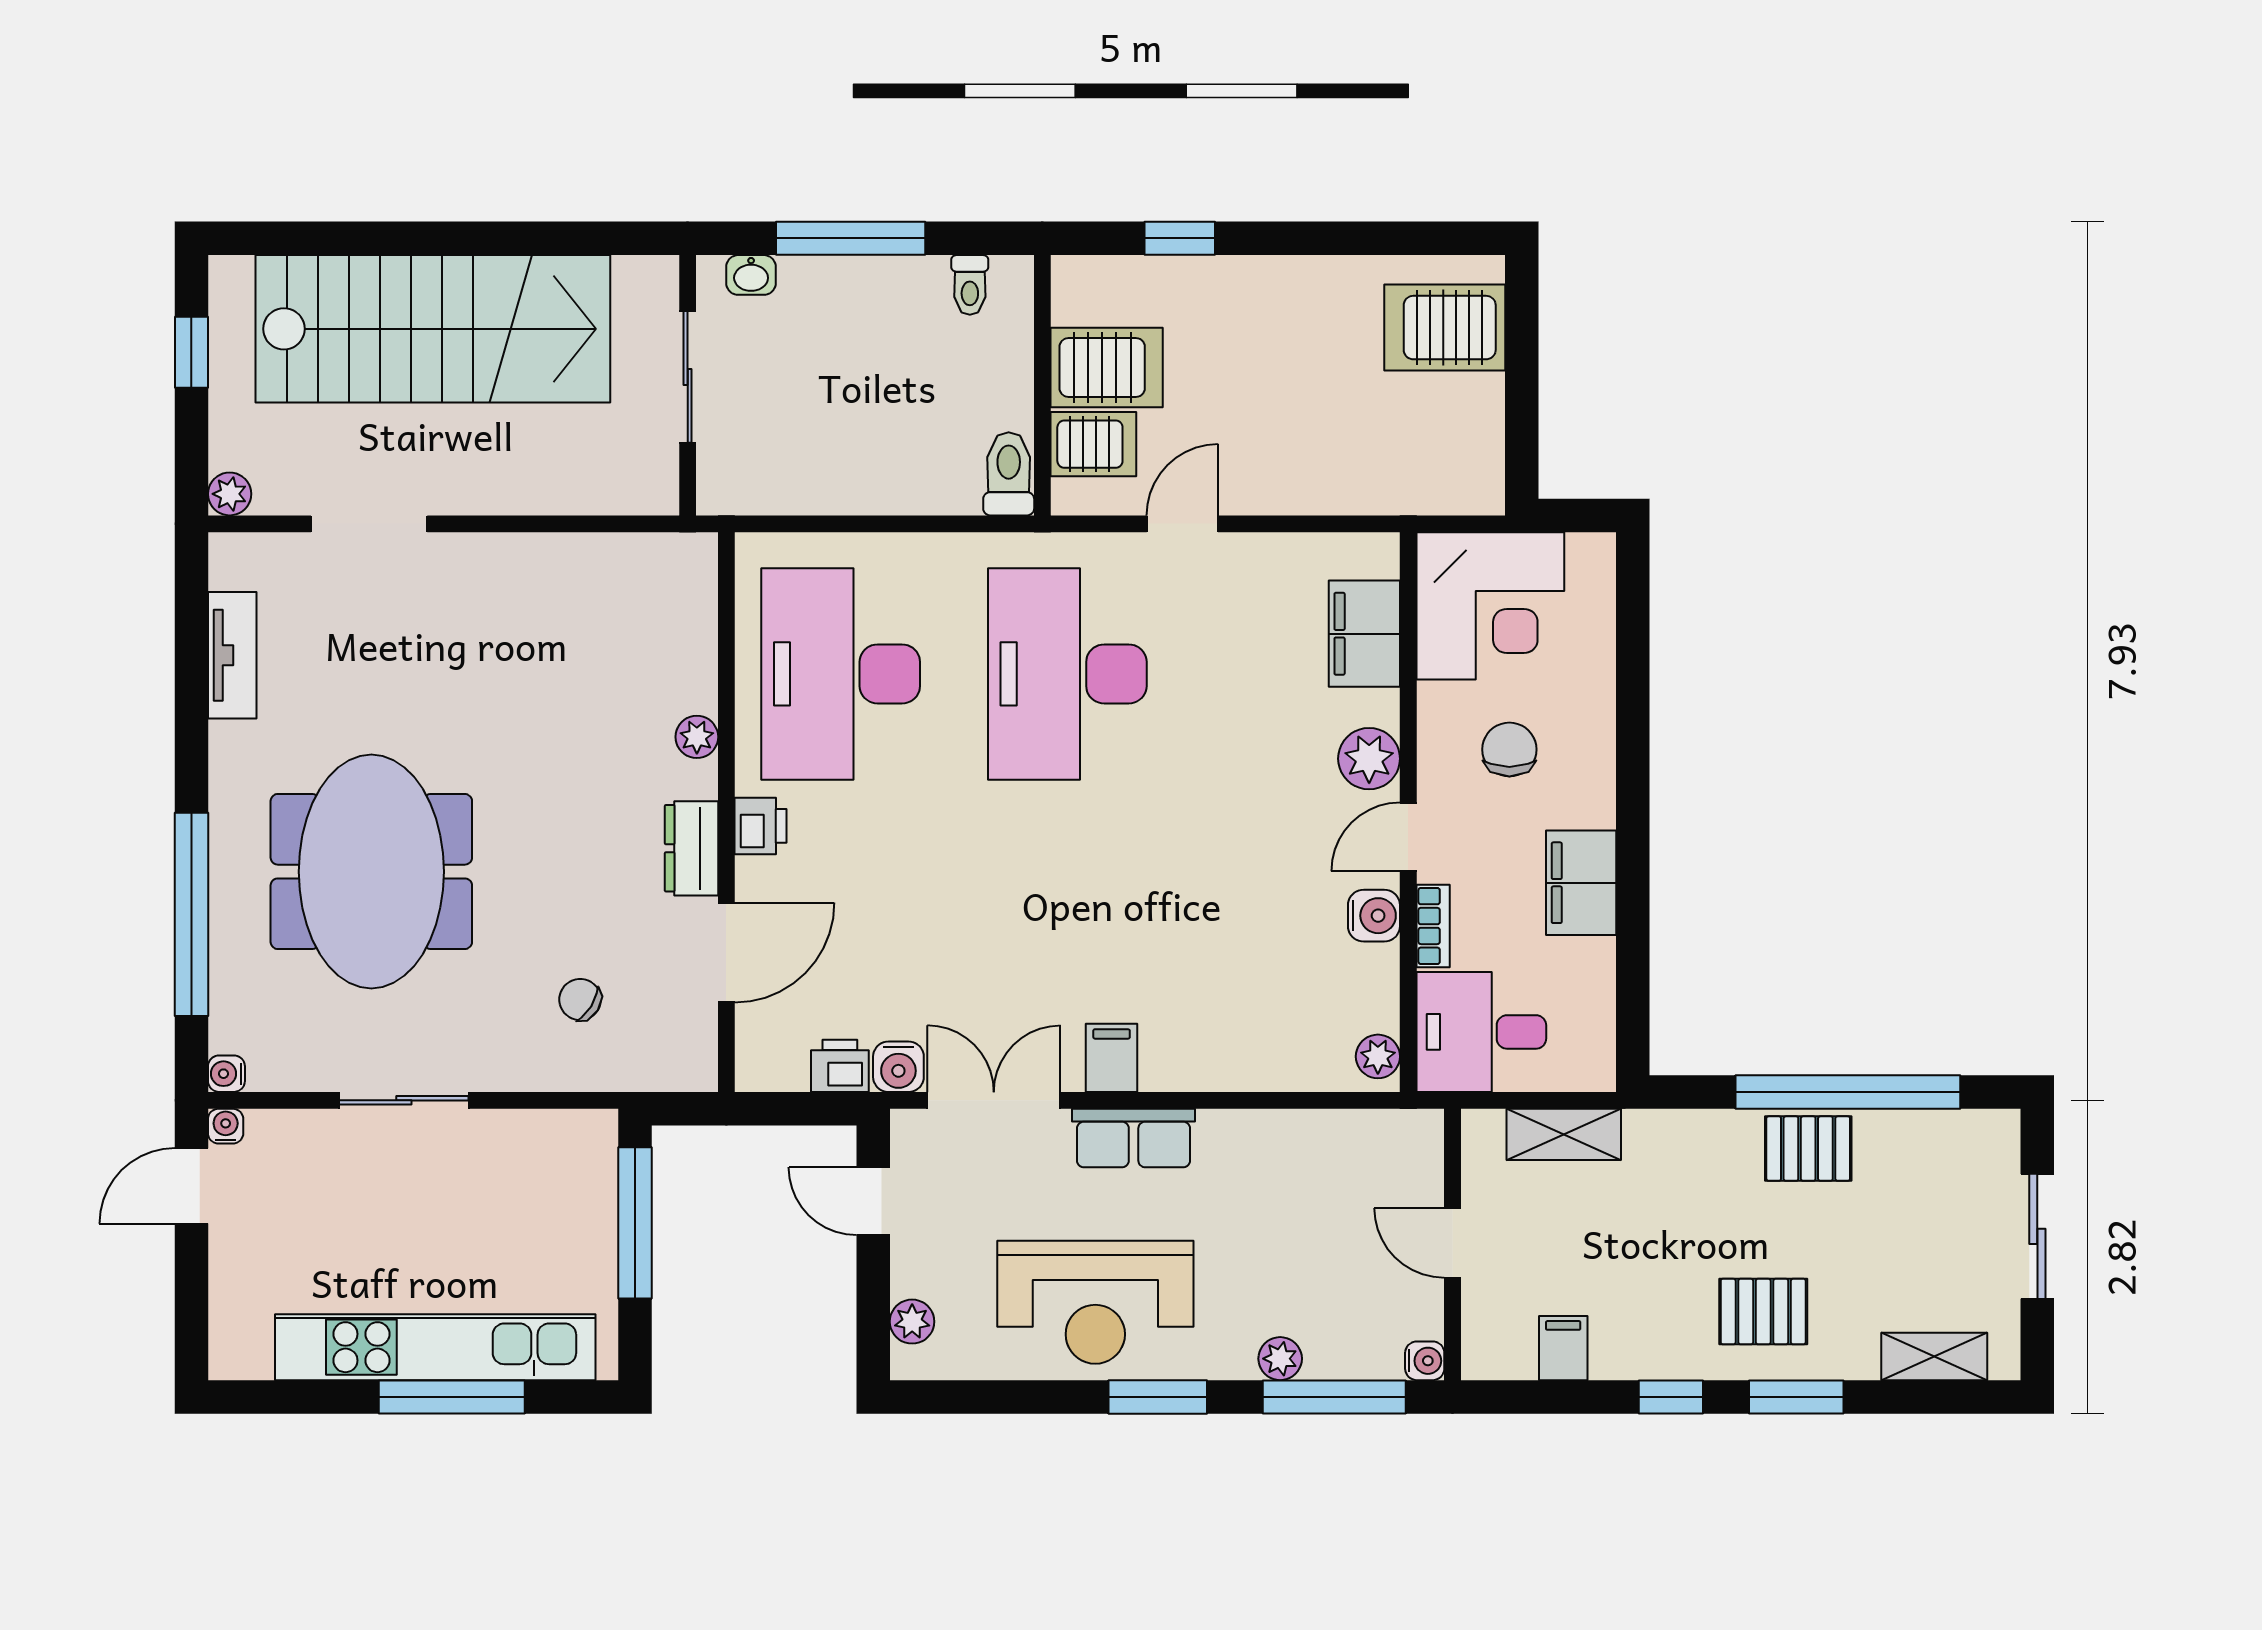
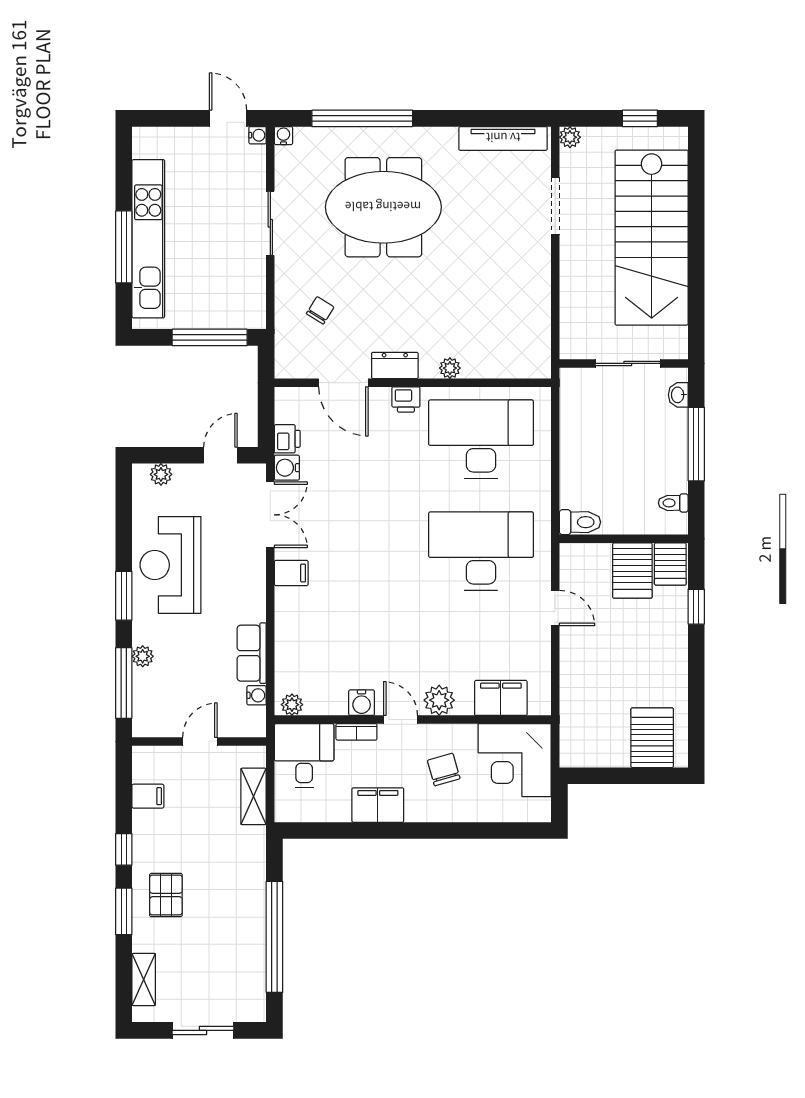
server rack: (1093, 444) -> (670, 564), moved
tv unit: (232, 655) -> (503, 138), width x1.41
chair: (1509, 749) -> (444, 770), turned -106
row of seats: (1134, 1138) -> (252, 653), moved
pallet: (1808, 1149) -> (246, 917), removed
water cooler: (1425, 1361) -> (257, 695), moved, turned -90

